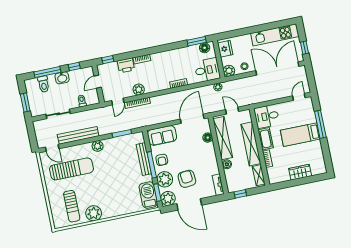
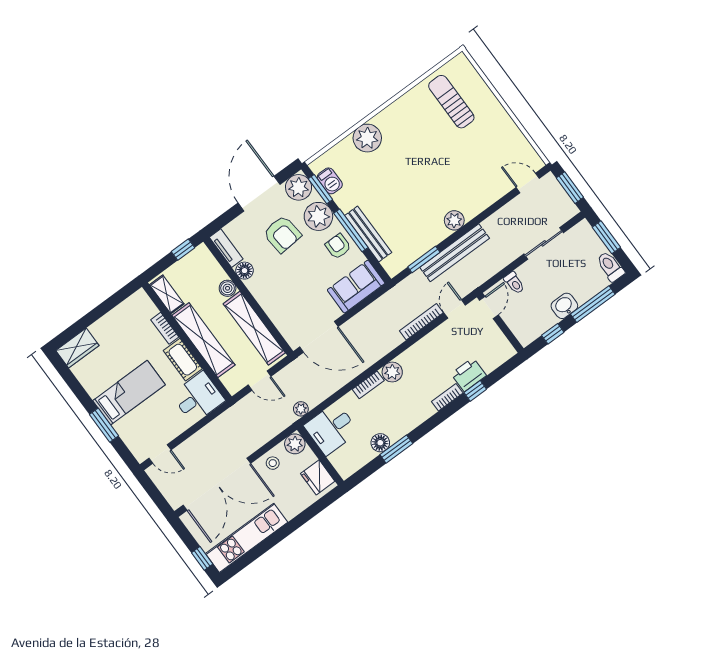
window: (197, 41) -> (396, 449), moved
floor lamp: (205, 48) -> (380, 443), moved
window: (304, 48) -> (202, 558), moved
window: (108, 60) -> (475, 391), moved
door: (98, 82) -> (489, 307), moved
toilet: (44, 84) -> (610, 266), moved
plant: (139, 90) -> (392, 372), moved
door: (299, 97) -> (160, 454), hinge flipped
door: (192, 119) -> (319, 337), hinge flipped
window: (320, 124) -> (104, 425), width x0.69
bench: (78, 135) -> (455, 253), moved
window: (32, 136) -> (570, 188), added
floor lamp: (208, 138) -> (244, 271), moved
sun lounger: (71, 169) -> (480, 163), removed
wardrobe: (300, 172) -> (77, 348), moved
barbecue: (148, 195) -> (330, 181), width x0.53, depth x0.65
door: (189, 204) -> (259, 194), hinge flipped
plant: (94, 213) -> (367, 138), moved

